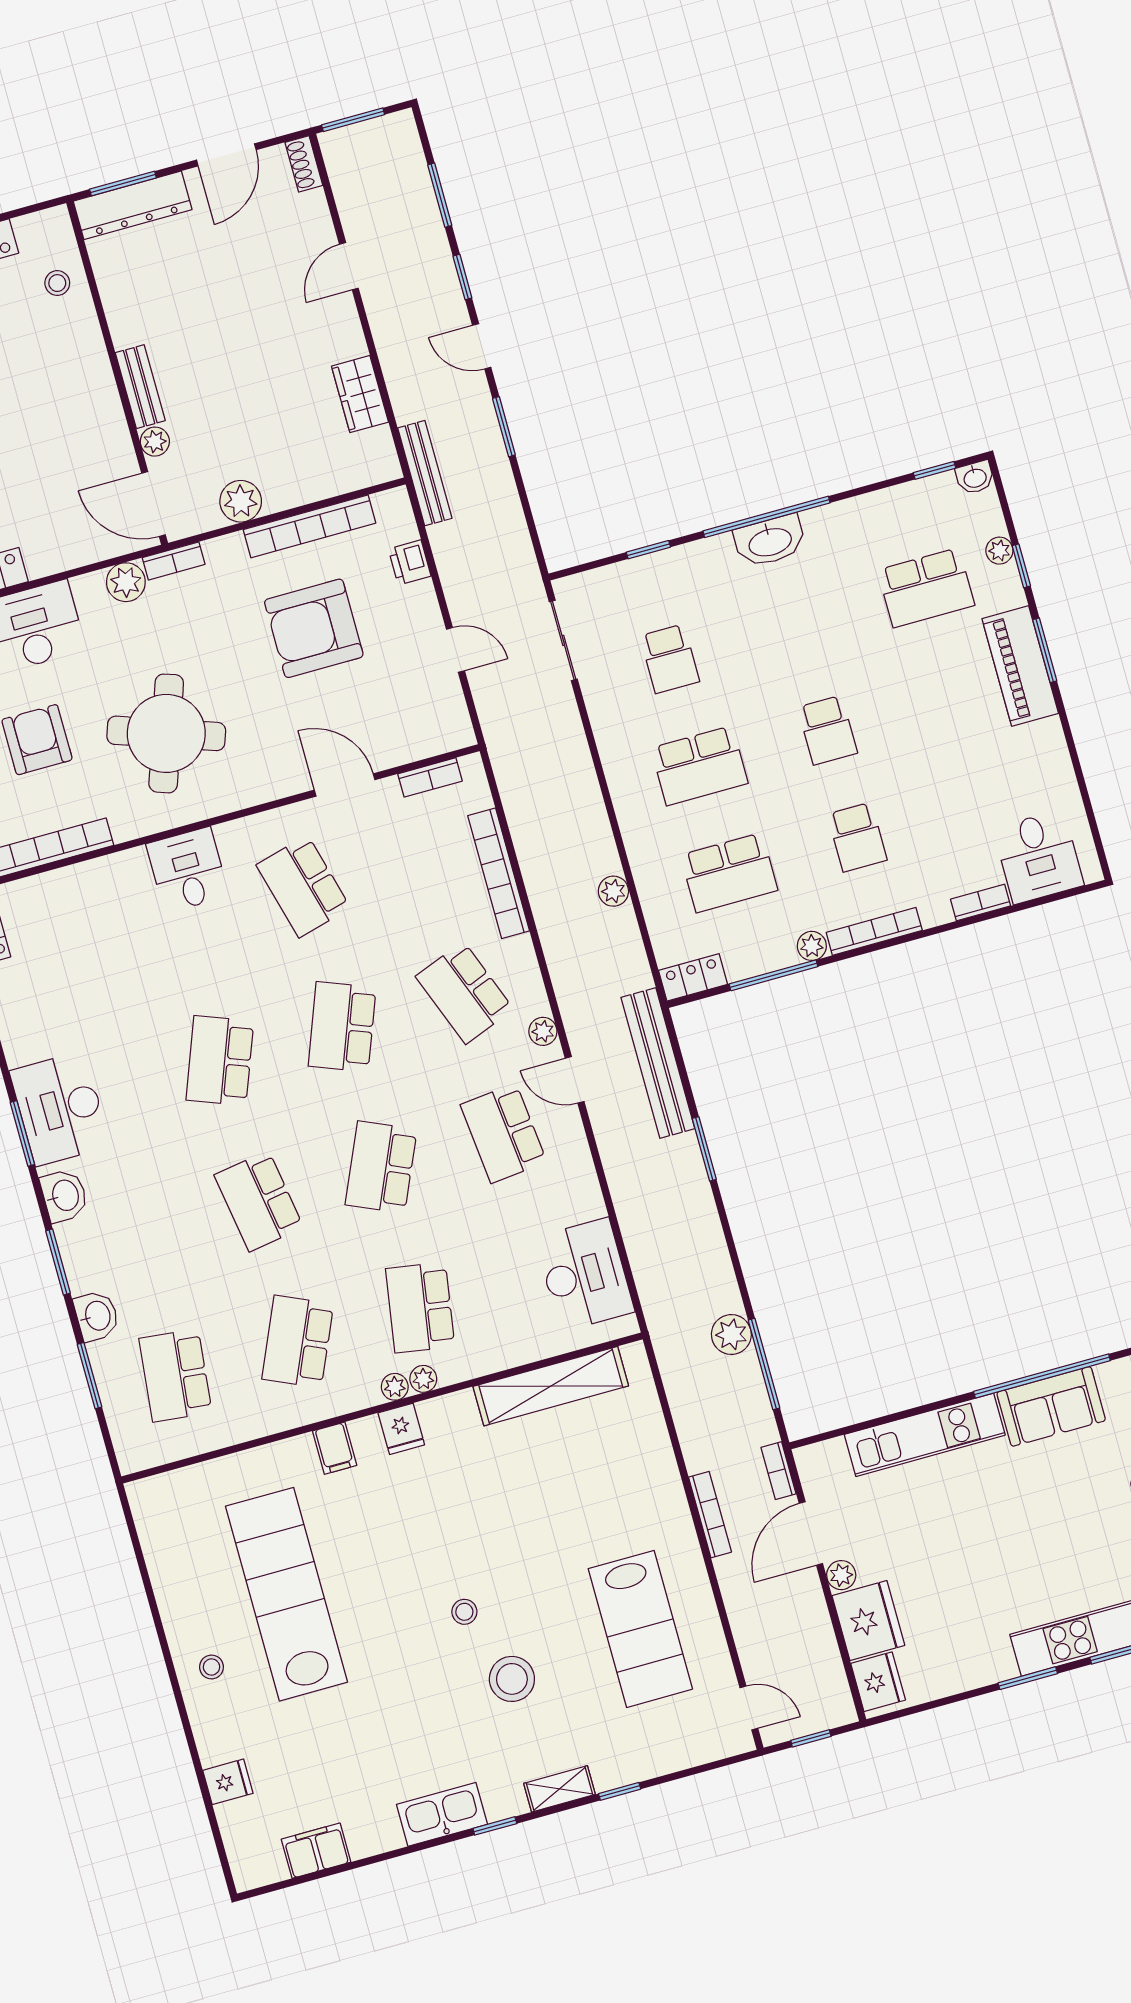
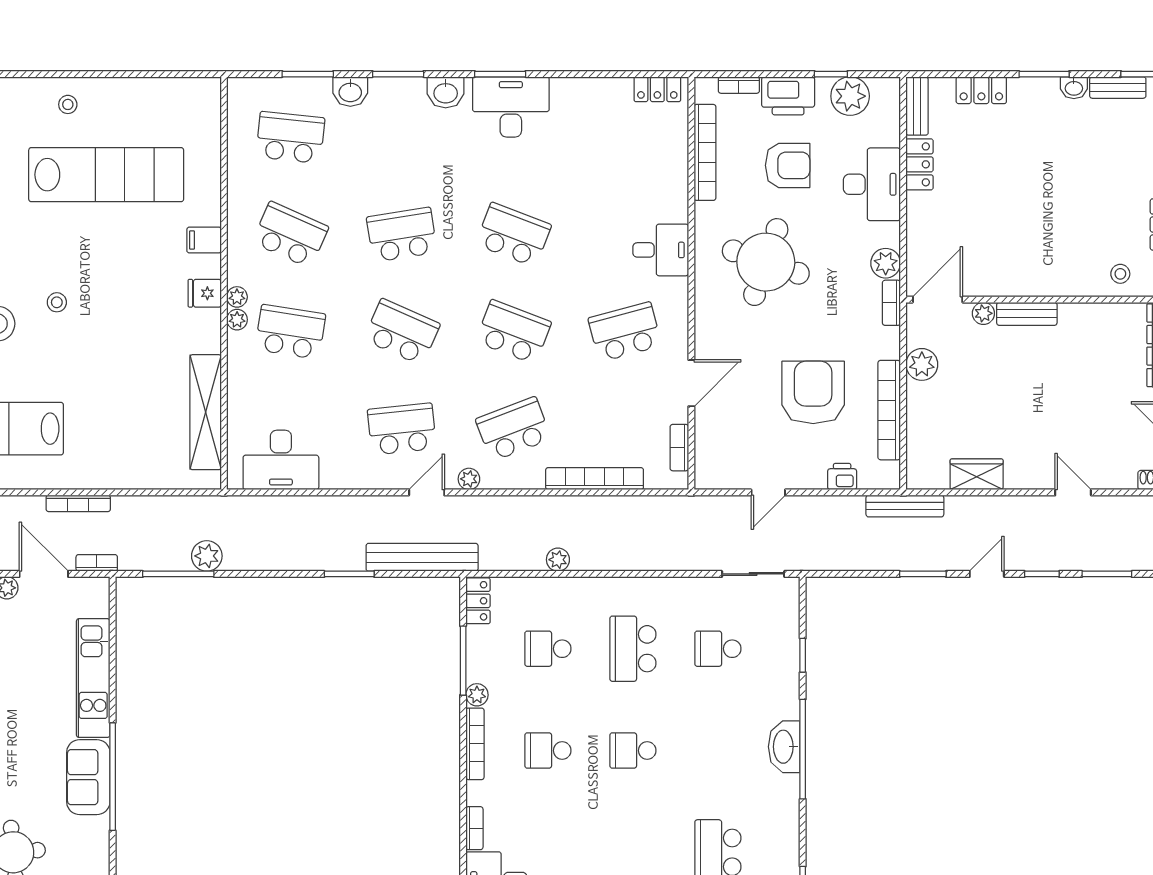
school desk: (729, 873) -> (548, 649), width x0.54

